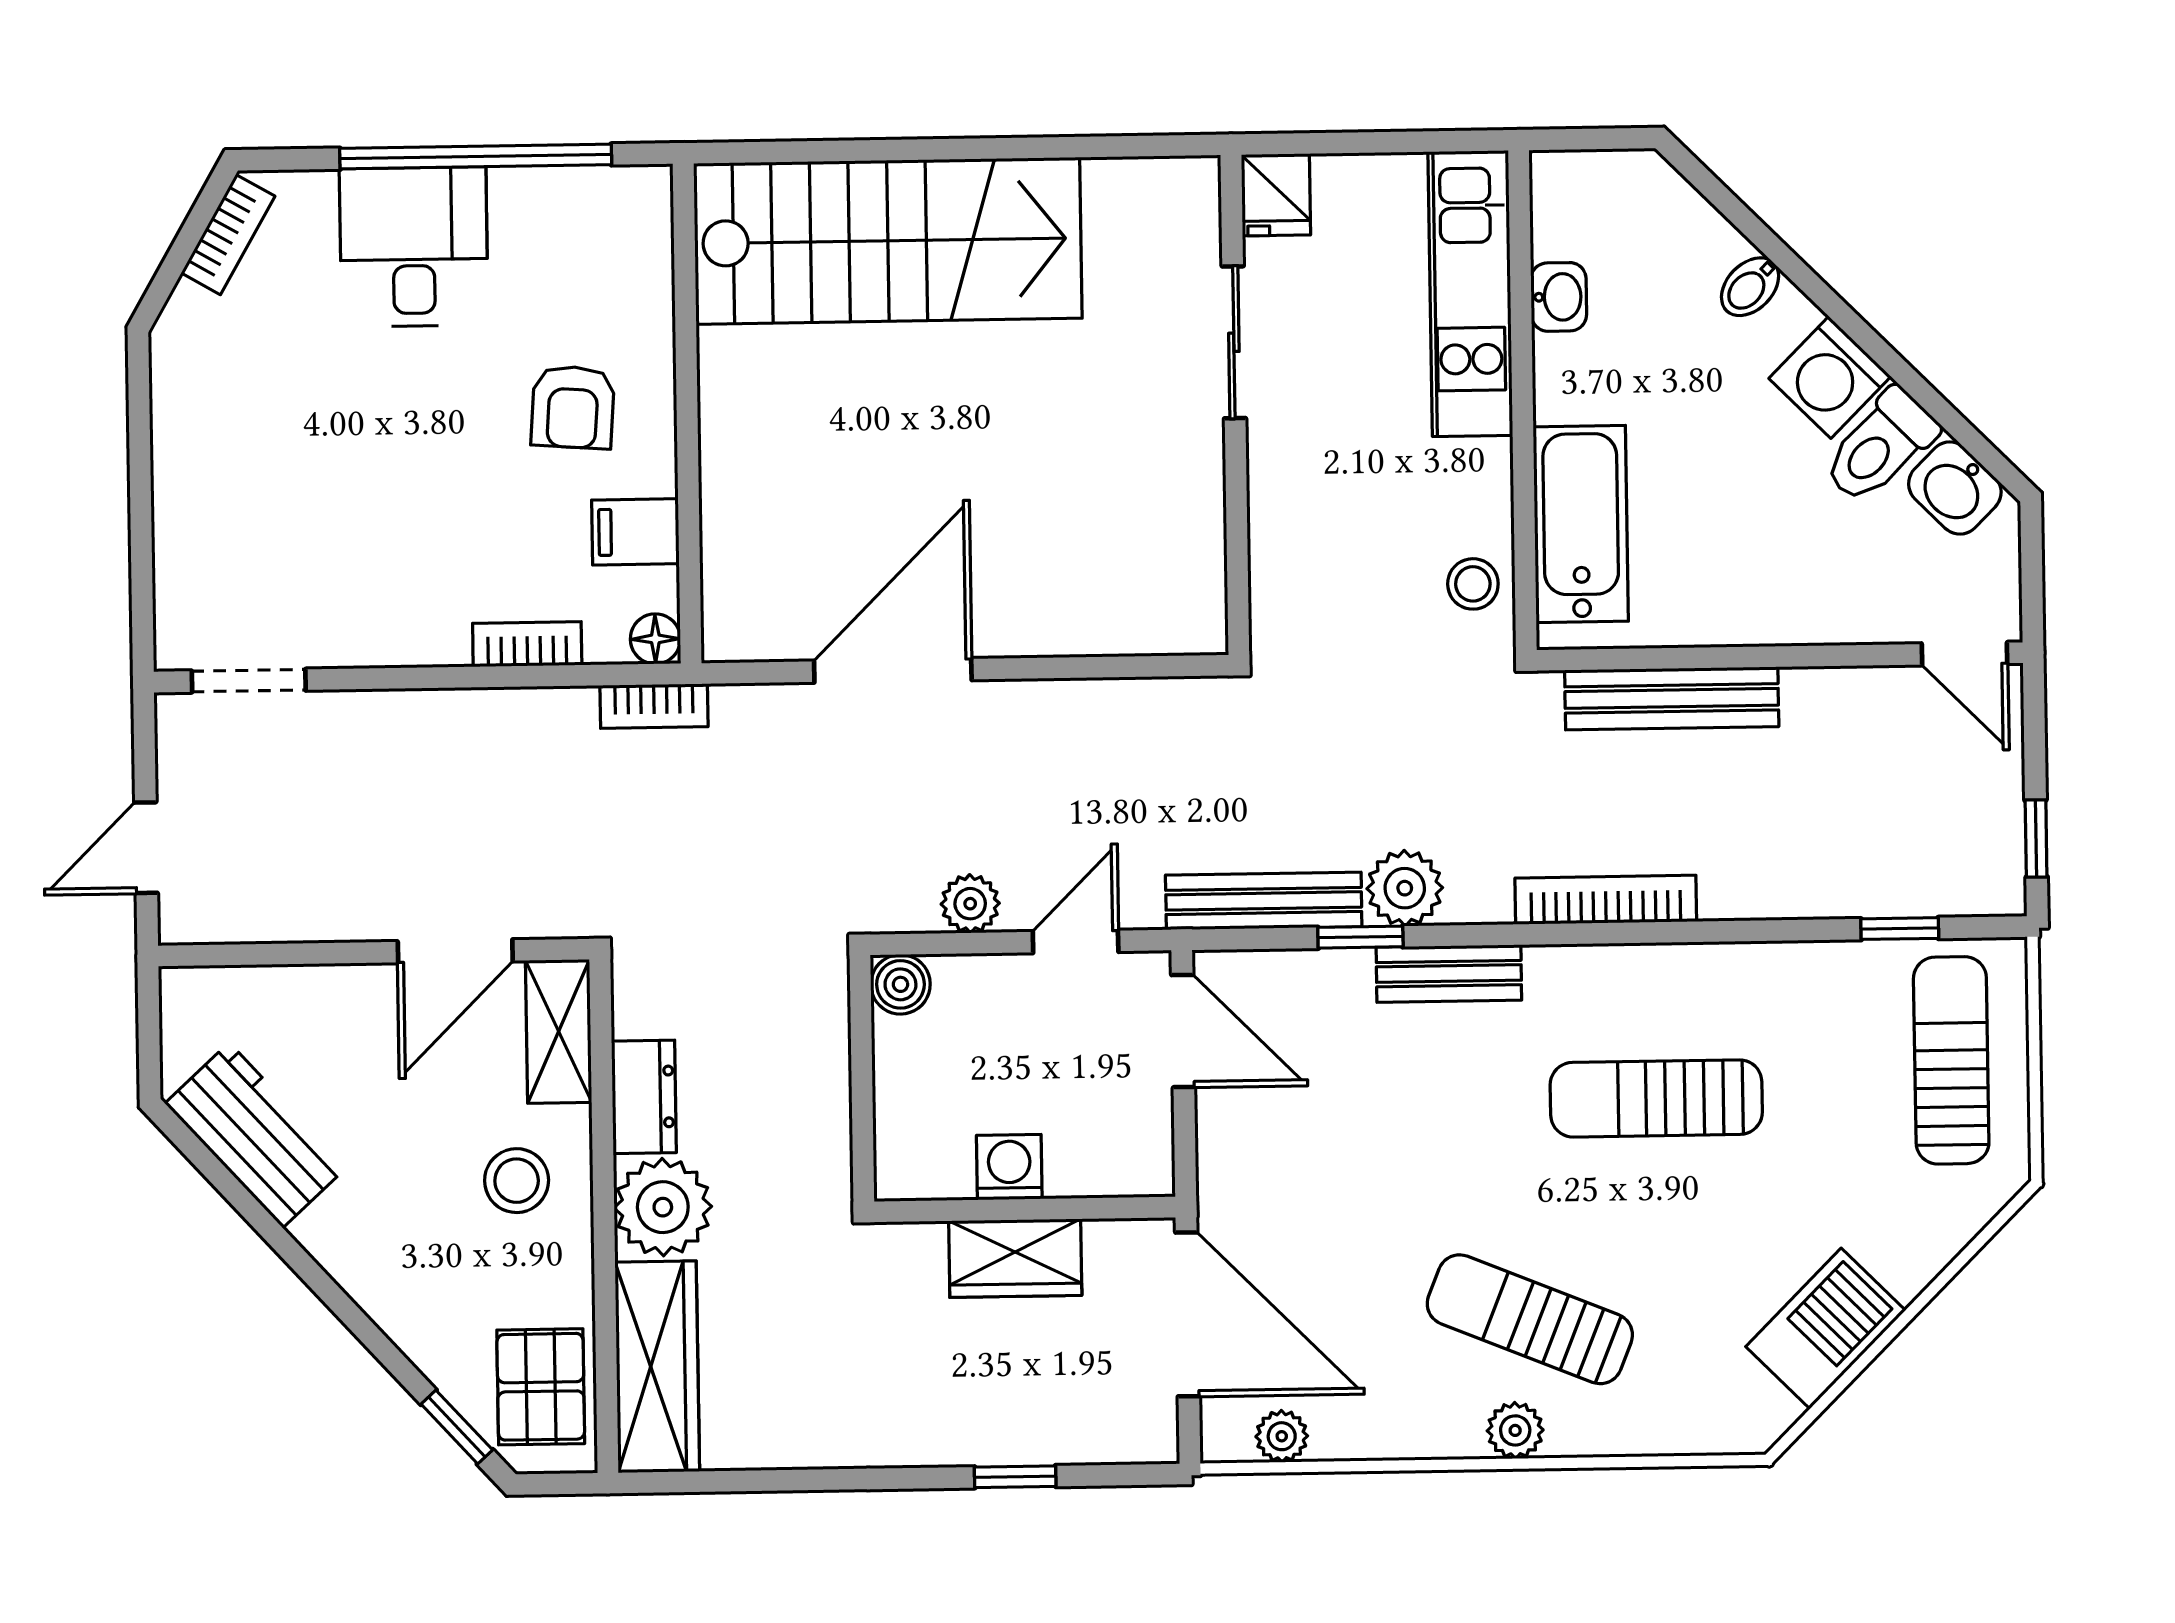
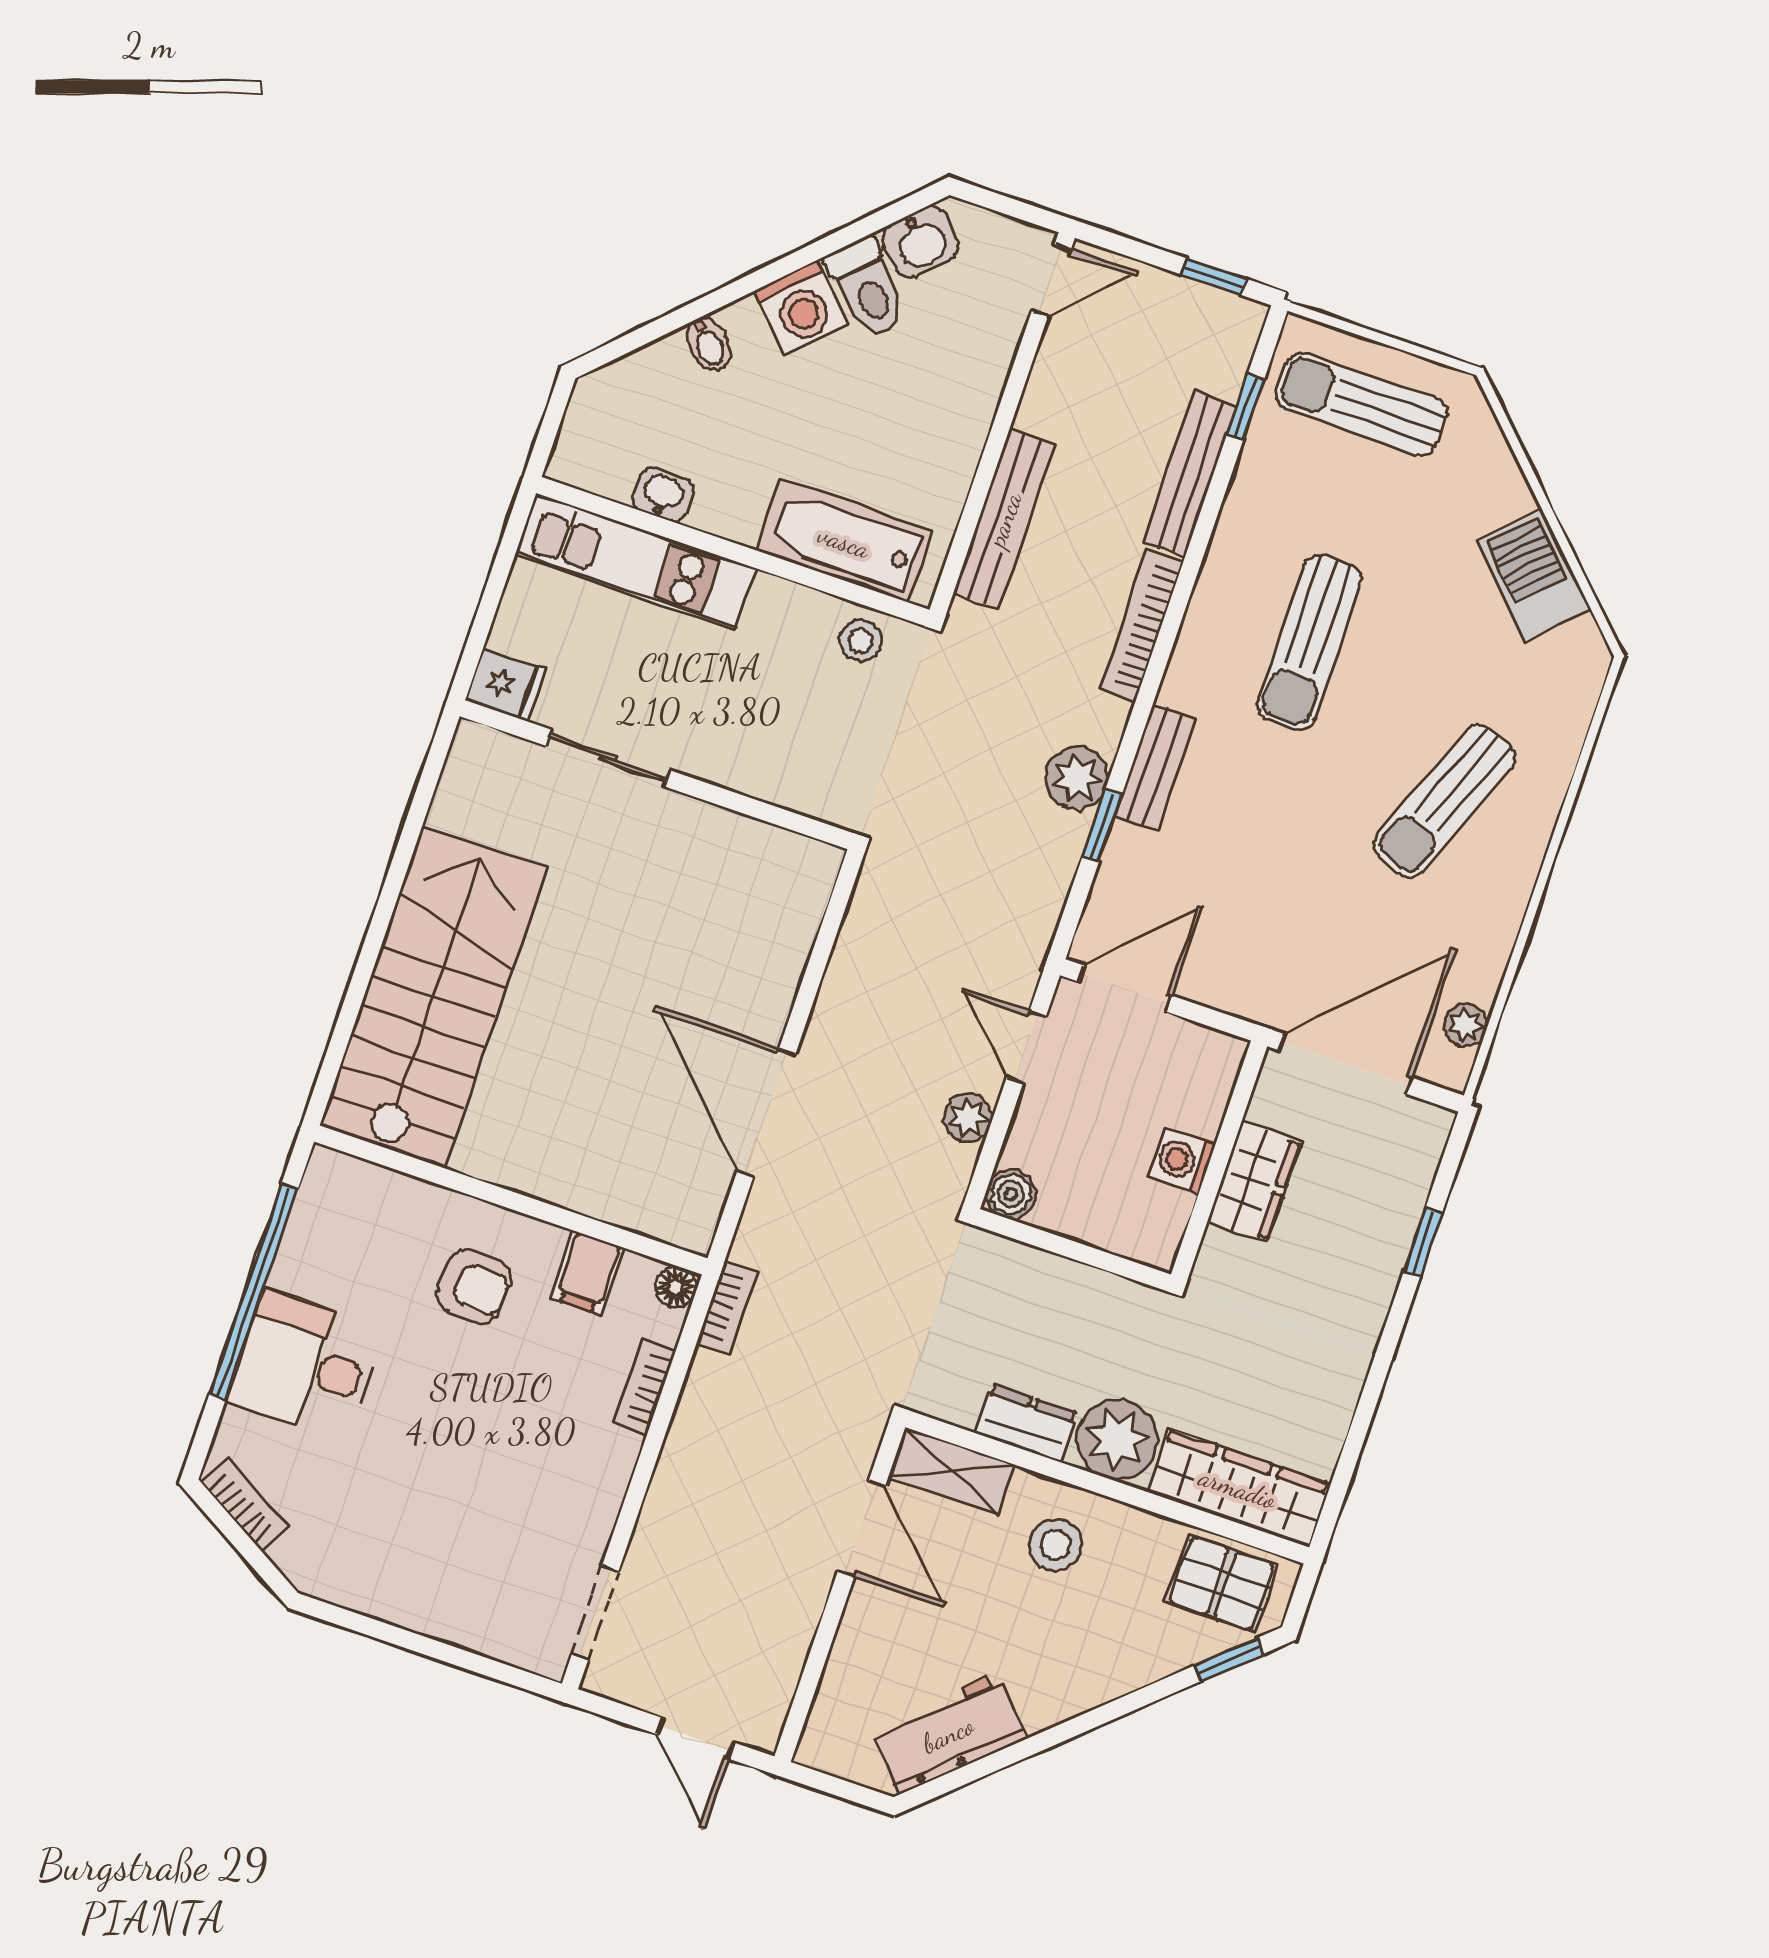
bench: (1264, 901) -> (1190, 474), moved
plant: (1515, 1430) -> (1526, 843), removed

